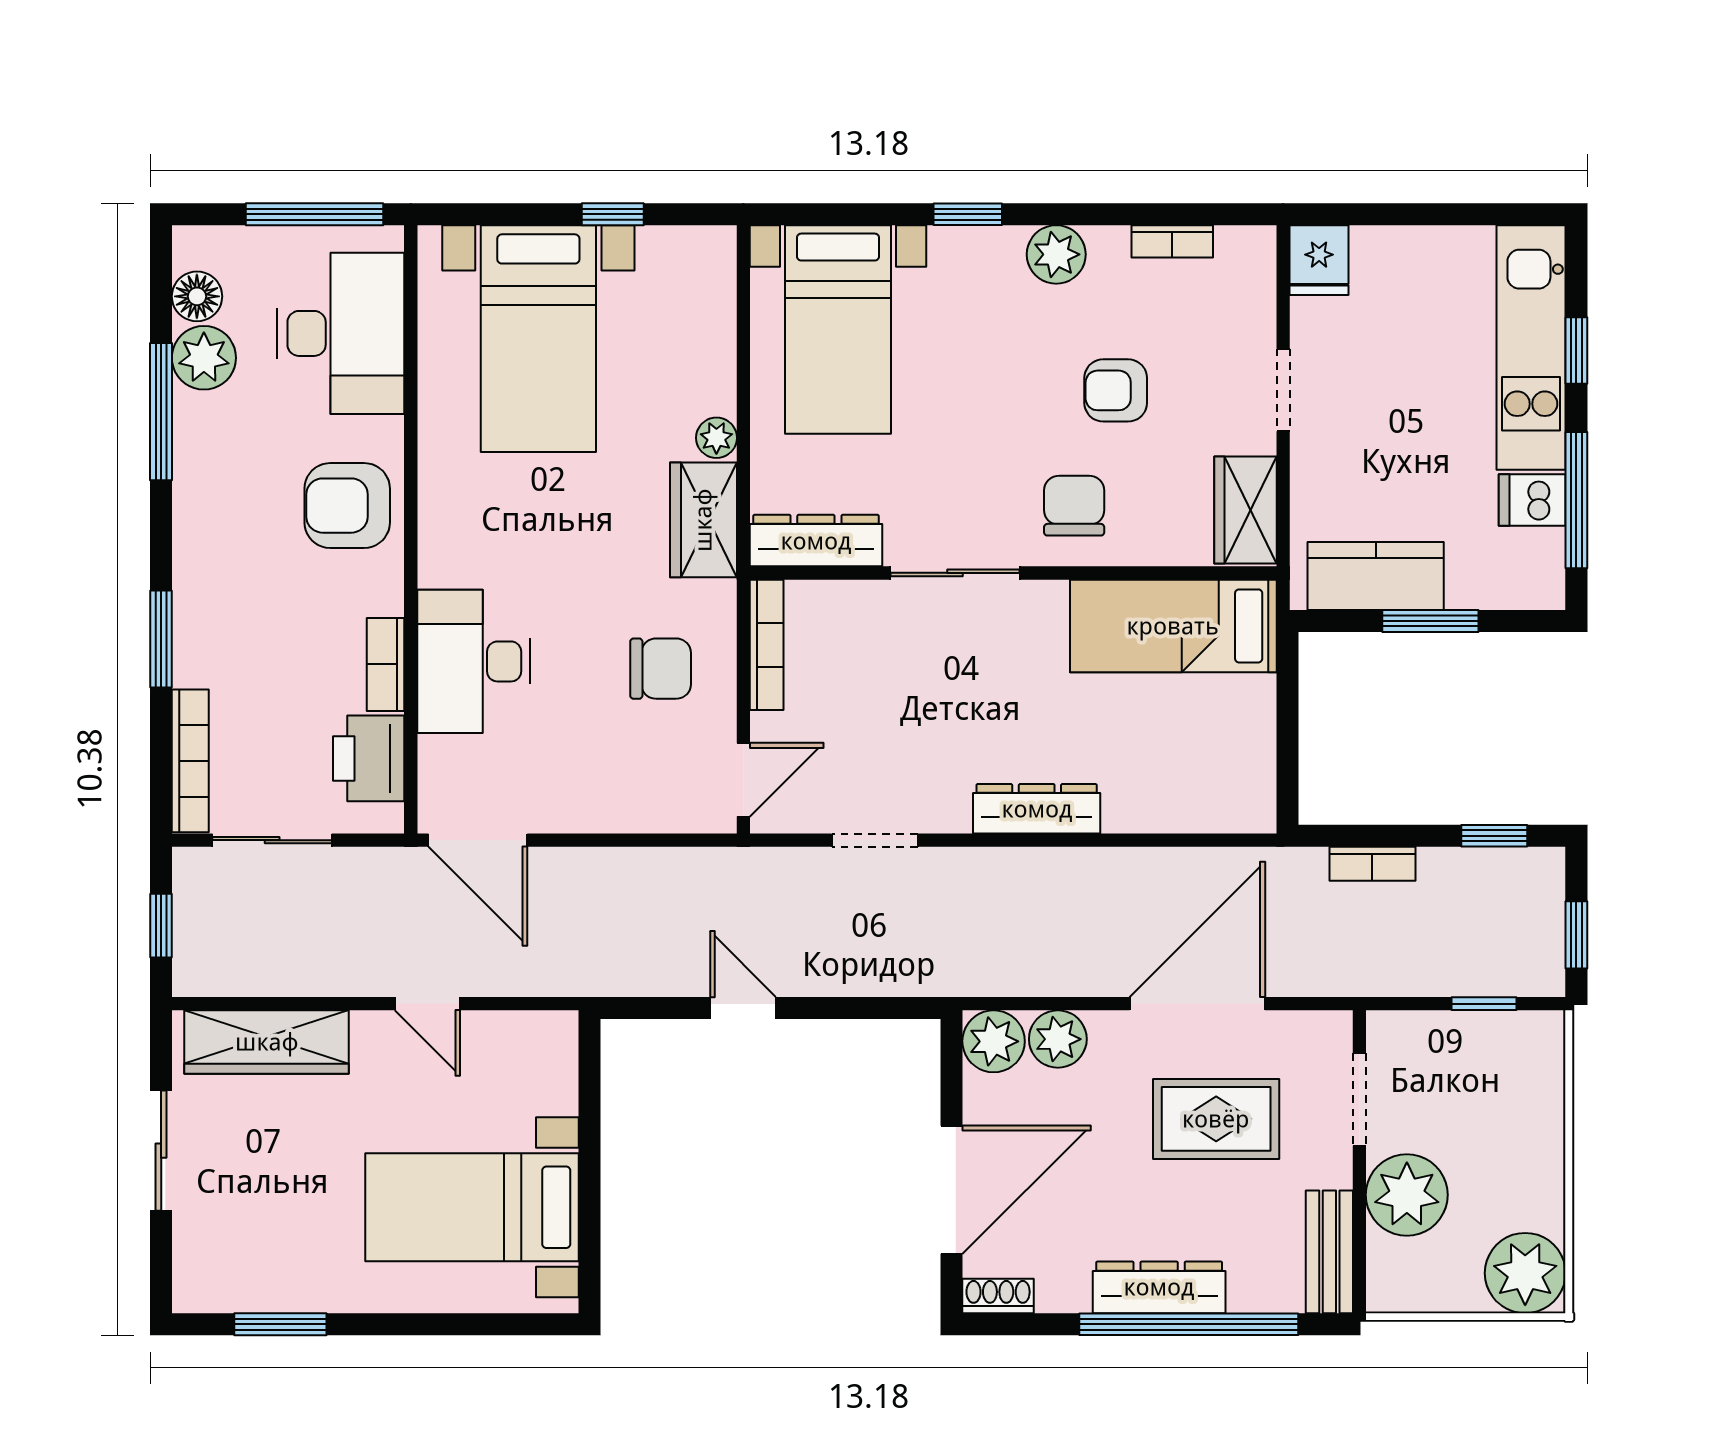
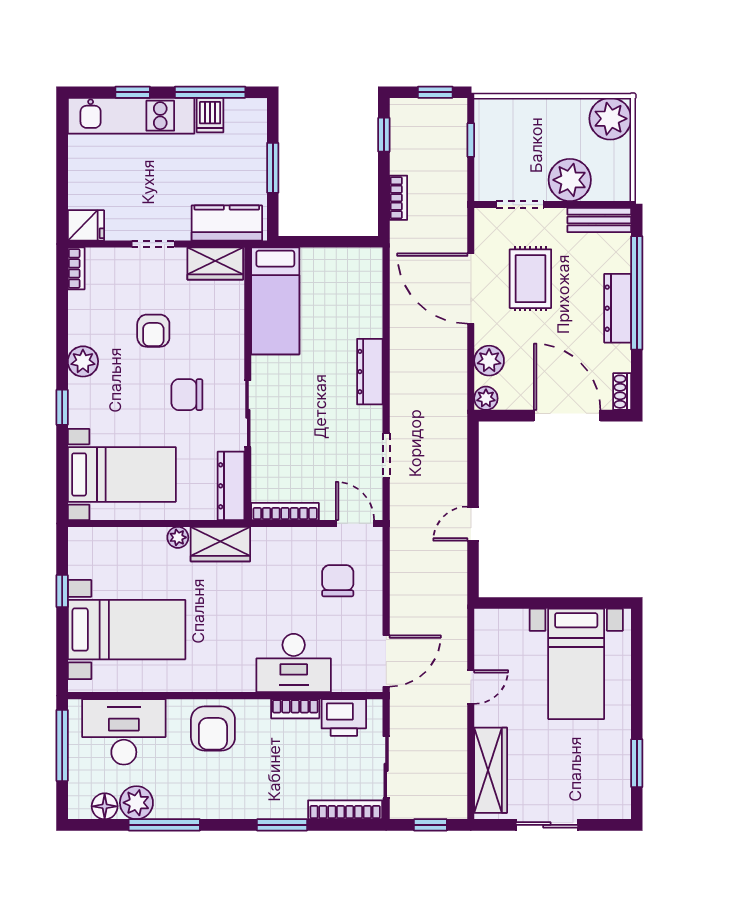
bookcase: (1172, 241) -> (76, 268), moved
chair: (1074, 506) -> (187, 395), moved
kitchen counter: (1376, 576) -> (227, 223), moved, turned 90
chair: (661, 669) -> (338, 581), moved
plant: (994, 1041) -> (486, 398), width x0.73, depth x0.73

